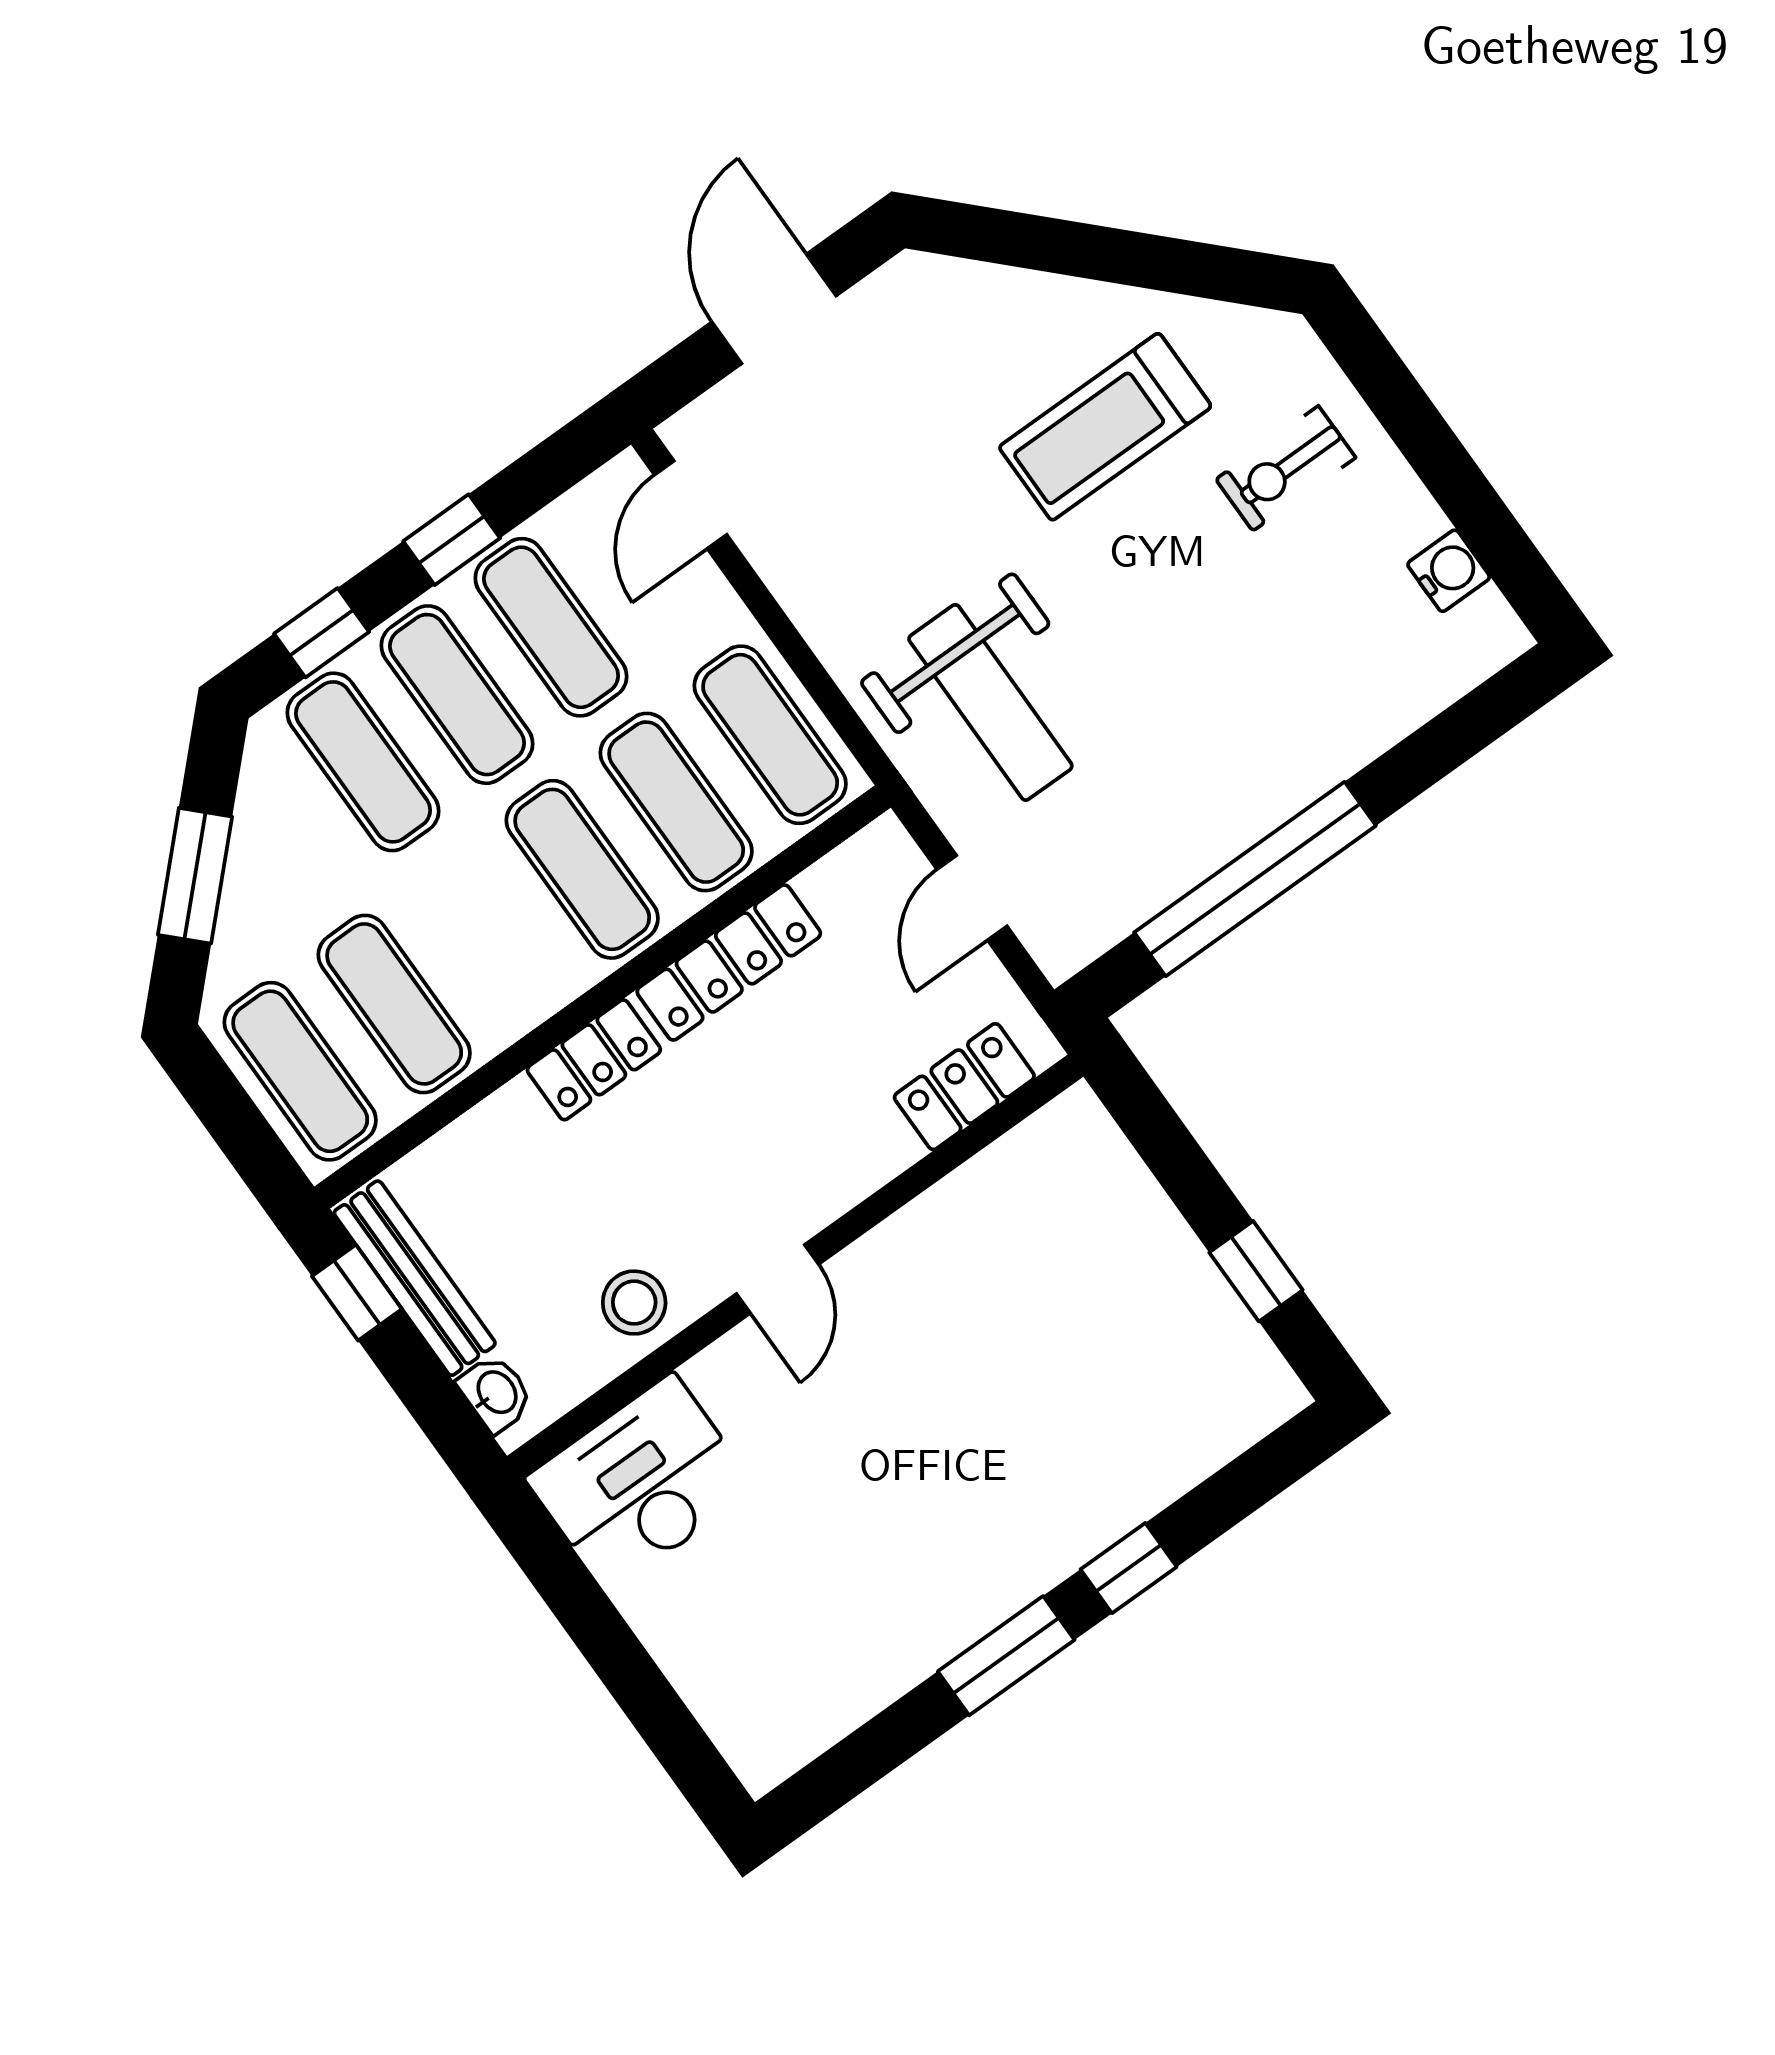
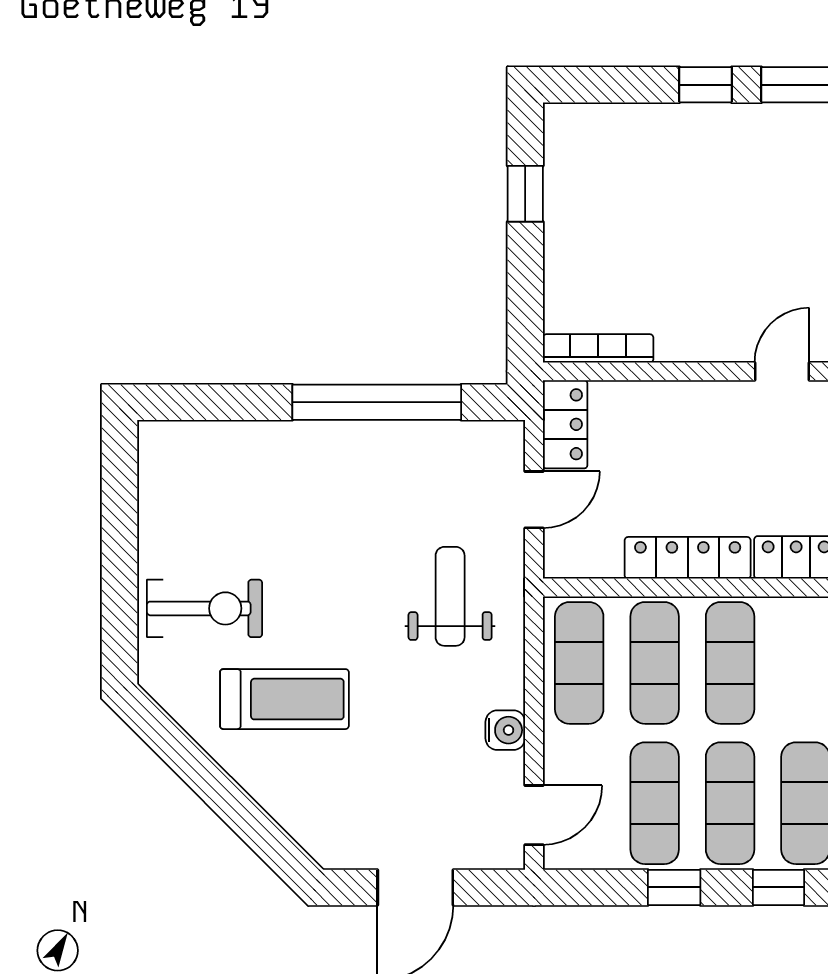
exercise bike: (1286, 468) -> (205, 608), width x1.38, depth x1.39
water cooler: (1449, 571) -> (505, 730), moved, turned 180
weight bench: (990, 702) -> (450, 596), width x0.73, depth x0.75
locker: (964, 1087) -> (565, 424), moved, turned -90
bookcase: (1027, 1144) -> (598, 348), added

